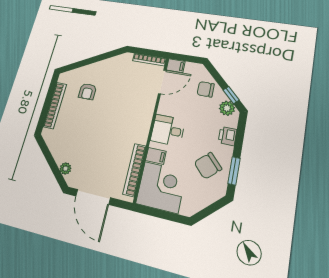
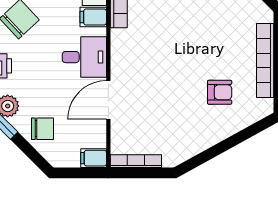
door: (162, 82) -> (108, 100), moved
armchair: (87, 91) -> (220, 92), turned 90

